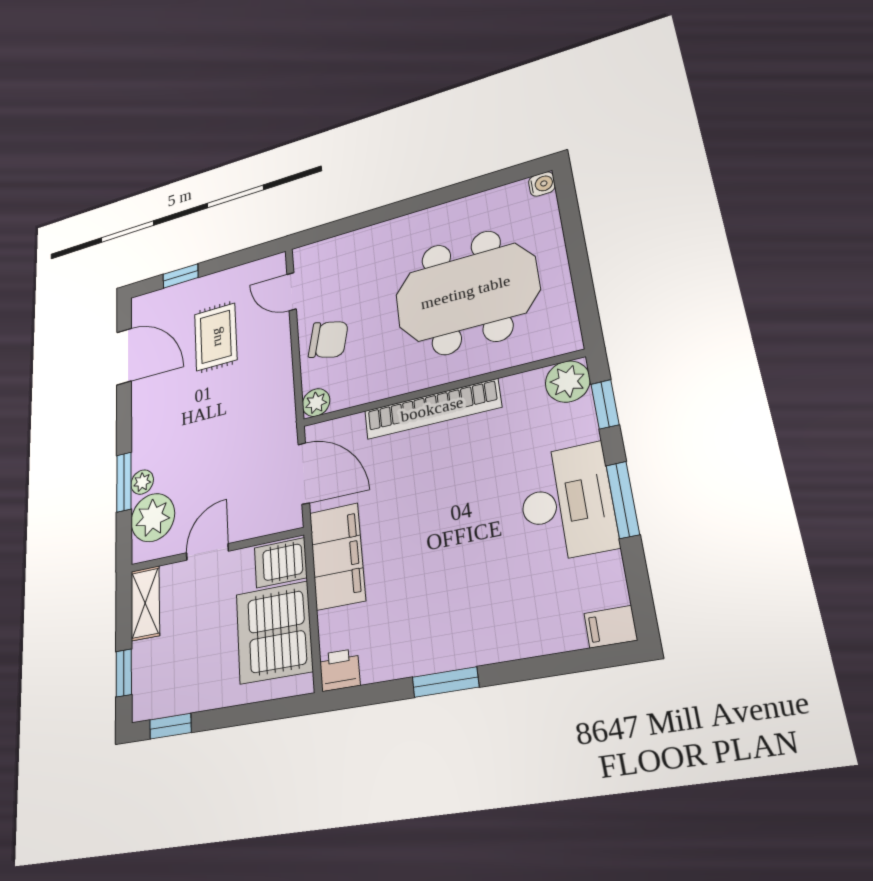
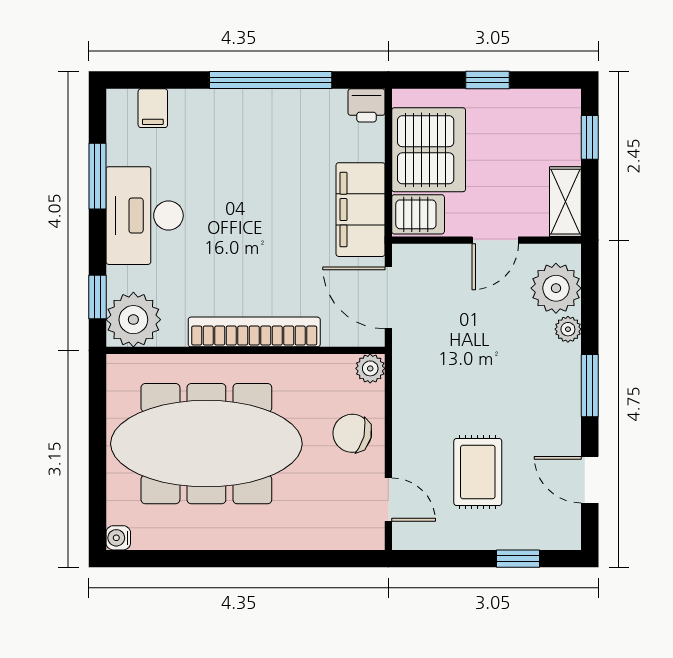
meeting table: (466, 292) -> (206, 444), width x1.36
door: (124, 356) -> (590, 480), width x0.73
plant: (568, 382) -> (133, 320), width x1.36, depth x1.36
window: (124, 482) -> (590, 386), moved
window: (623, 500) -> (97, 176), moved
filing cabinet: (611, 627) -> (153, 108), moved, turned 90
window: (445, 682) -> (271, 80), width x2.11
window: (170, 726) -> (488, 80), moved

